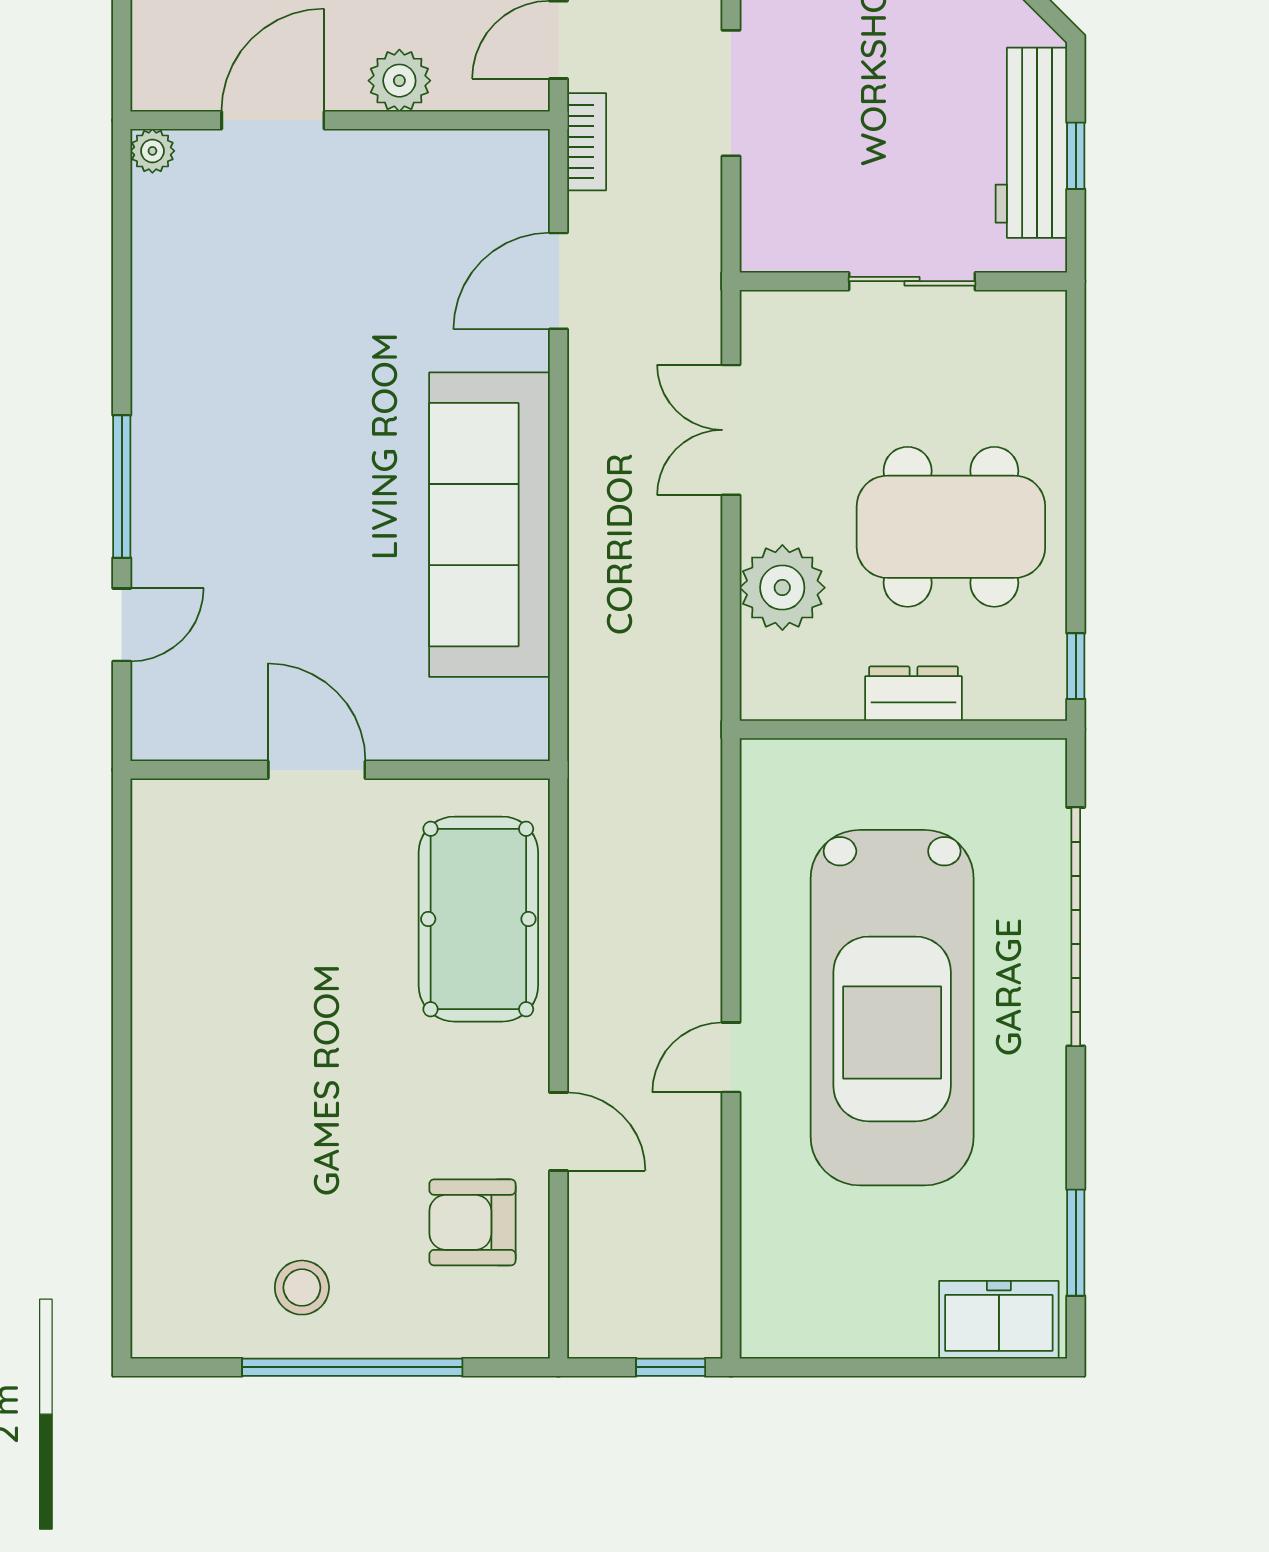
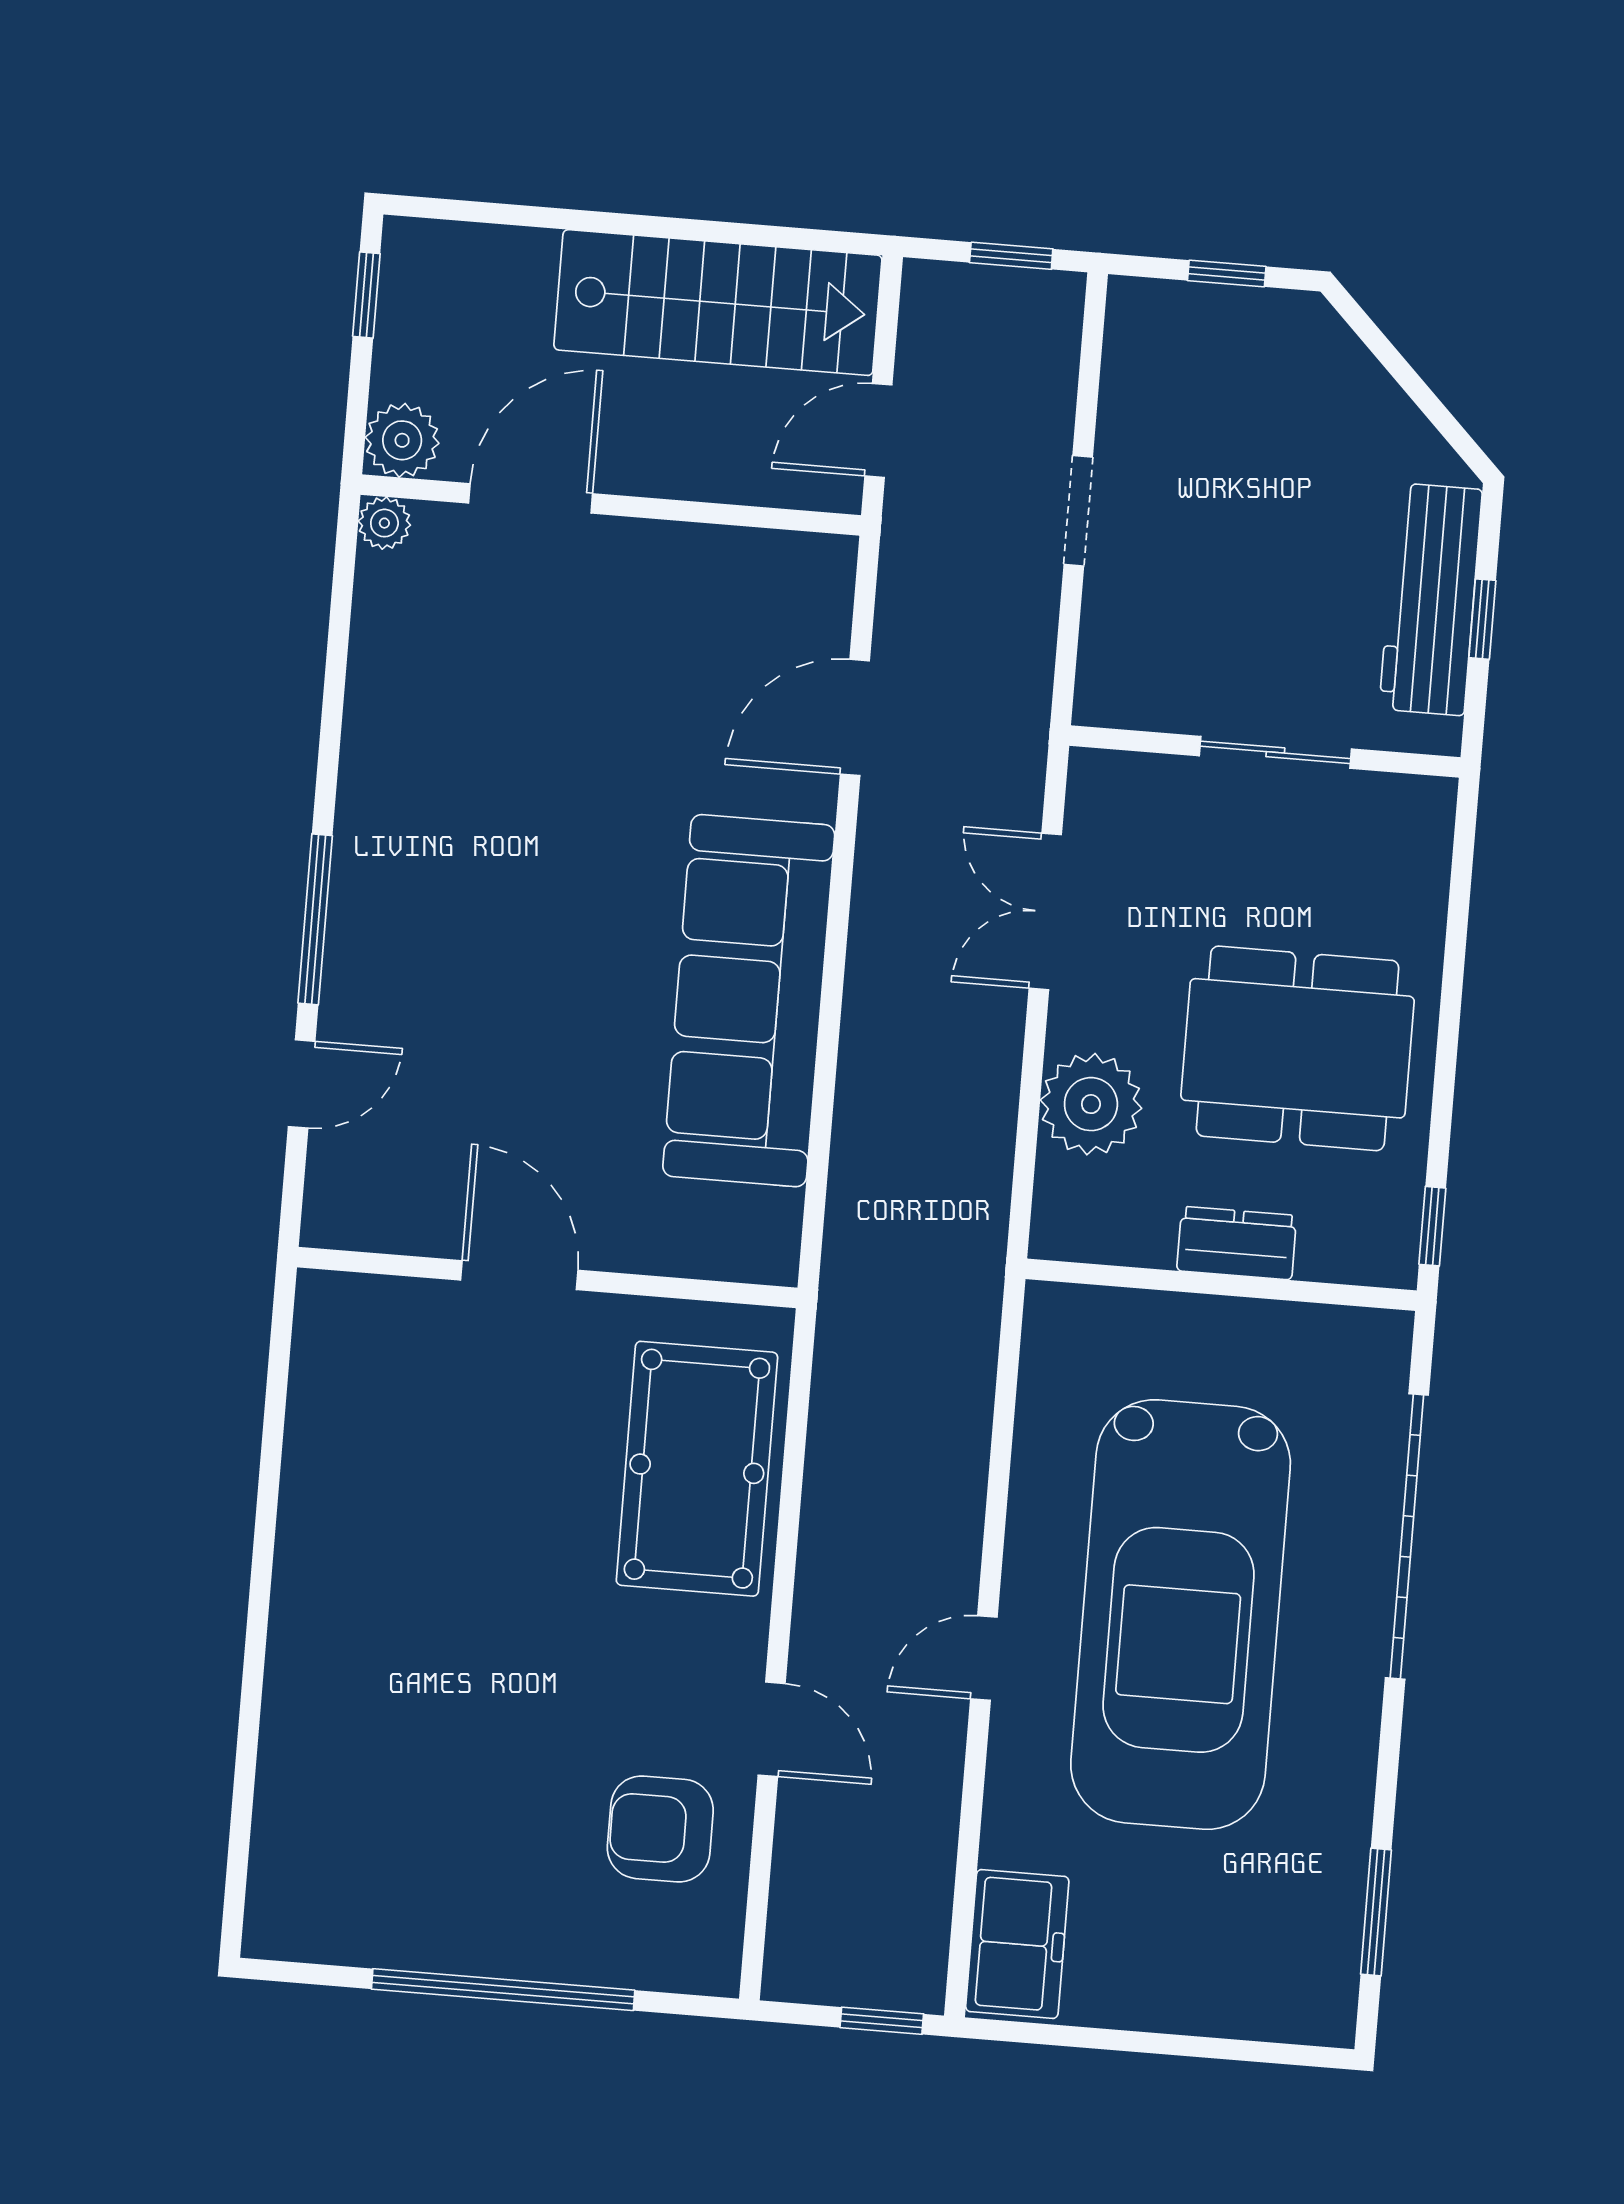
plant: (399, 81) -> (402, 440), moved
doorway: (731, 93) -> (1078, 511), width x0.73
bookcase: (587, 142) -> (902, 555), removed
stool: (302, 1288) -> (451, 1890), removed
freezer: (999, 1320) -> (1017, 1944), moved, turned 90

